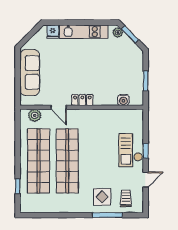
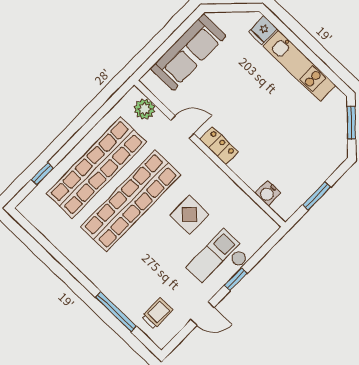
plant: (118, 32) -> (339, 106), removed
door: (59, 107) -> (182, 127), swing flipped
display table: (102, 197) -> (190, 215), moved

